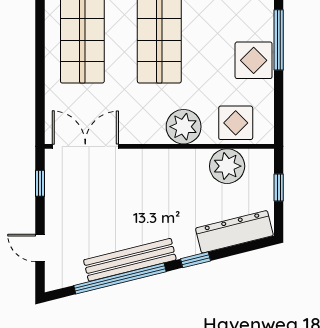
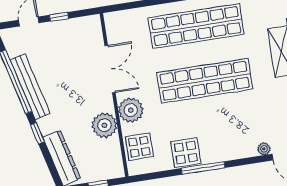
double door: (85, 146) -> (110, 69), moved
plant: (227, 166) -> (104, 125), moved
window: (40, 183) -> (59, 17), moved

